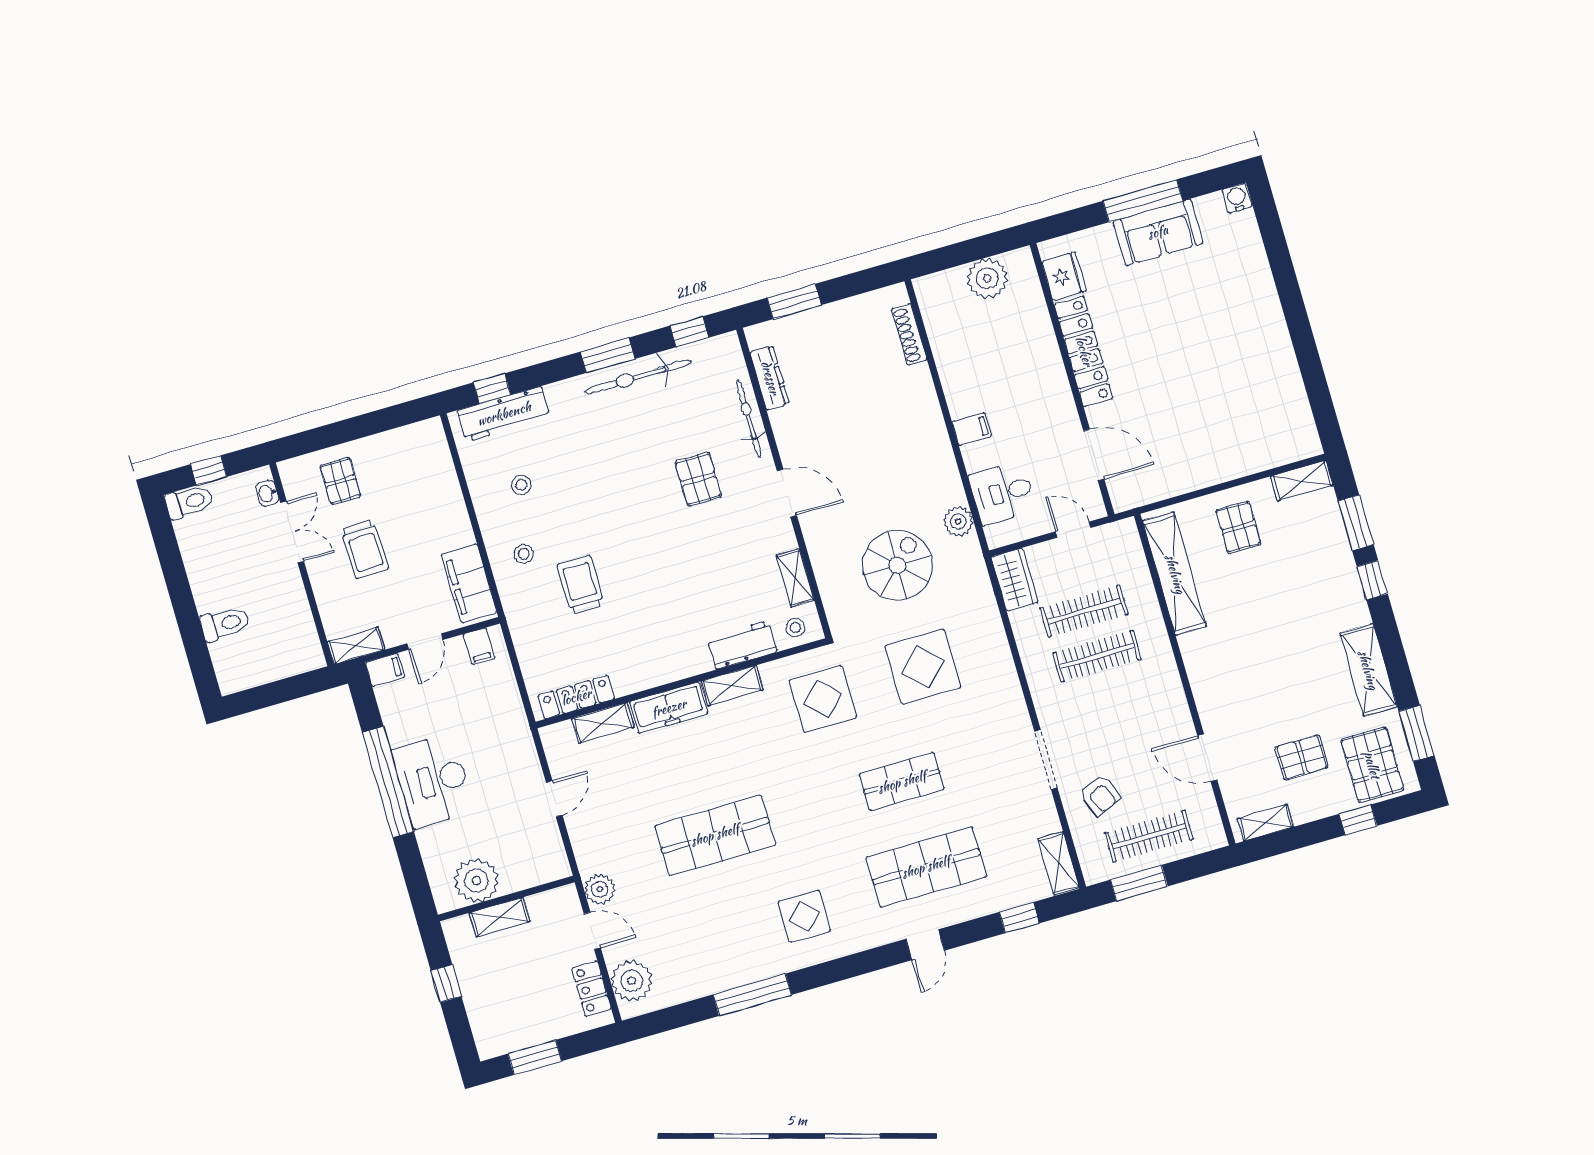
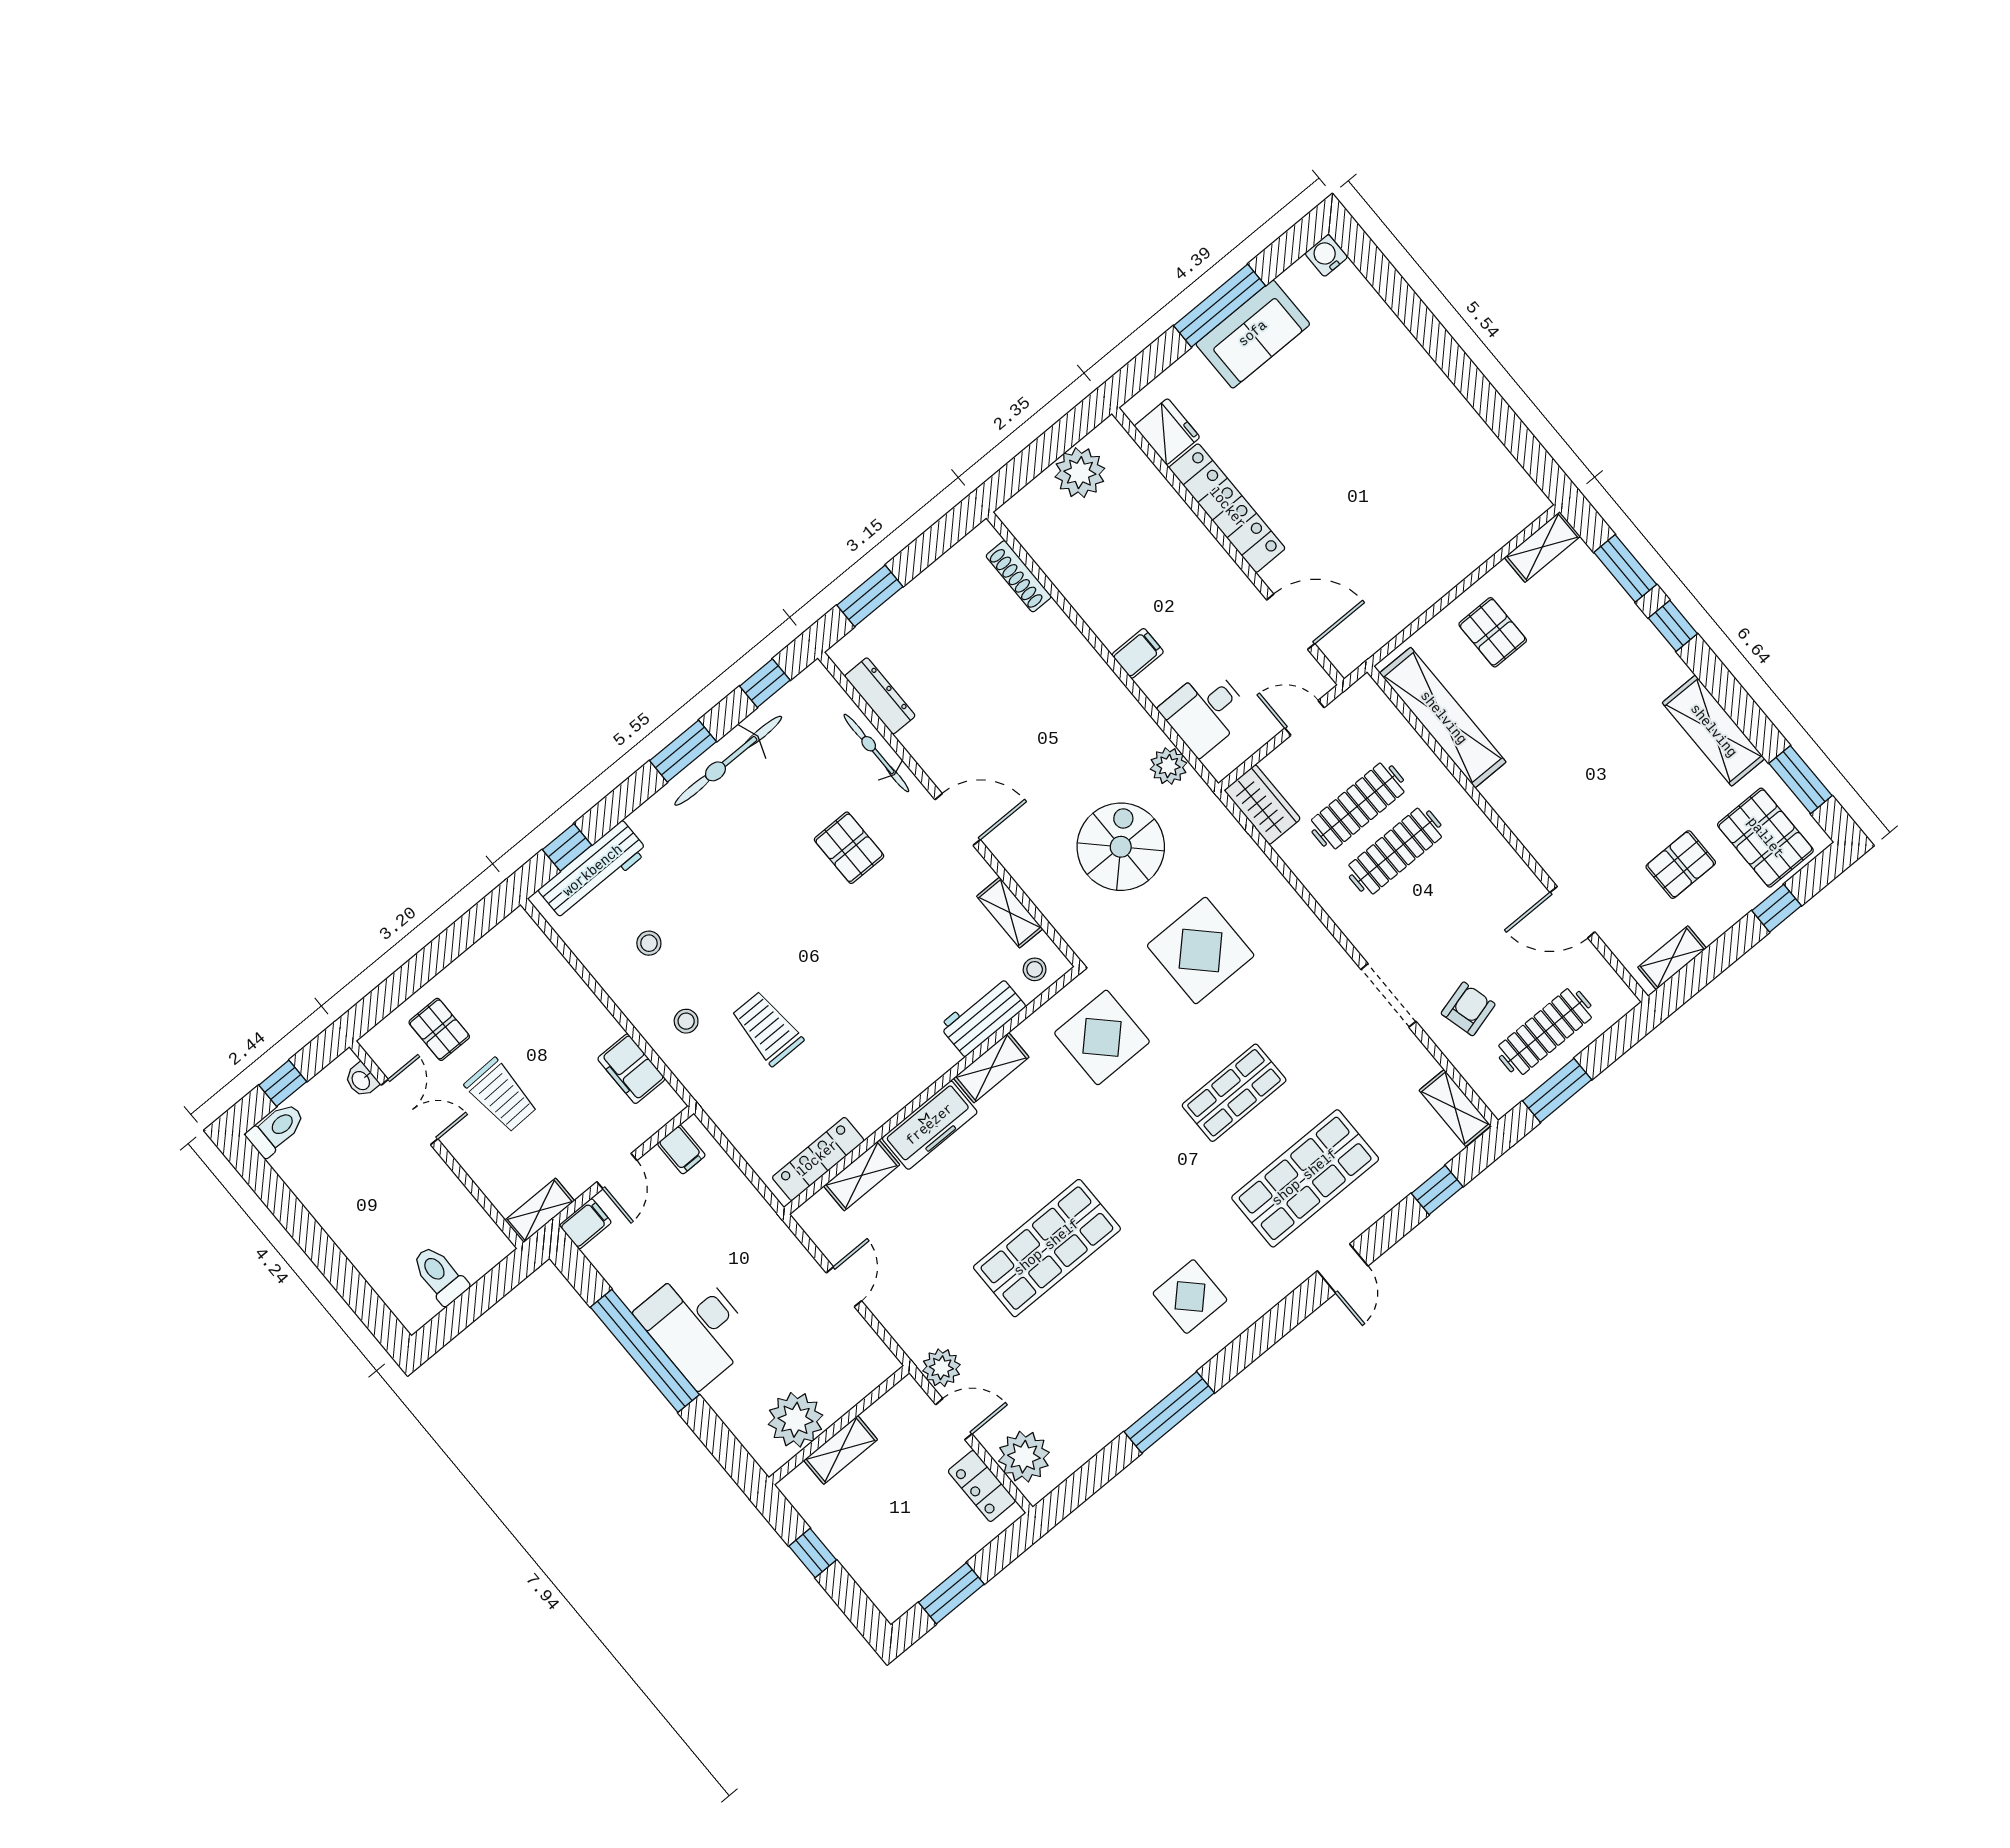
filing cabinet: (469, 583) -> (631, 1069), width x0.67, depth x0.86
toilet: (225, 624) -> (440, 1275), moved, turned -90
armchair: (1100, 795) -> (1468, 1009), turned -83

